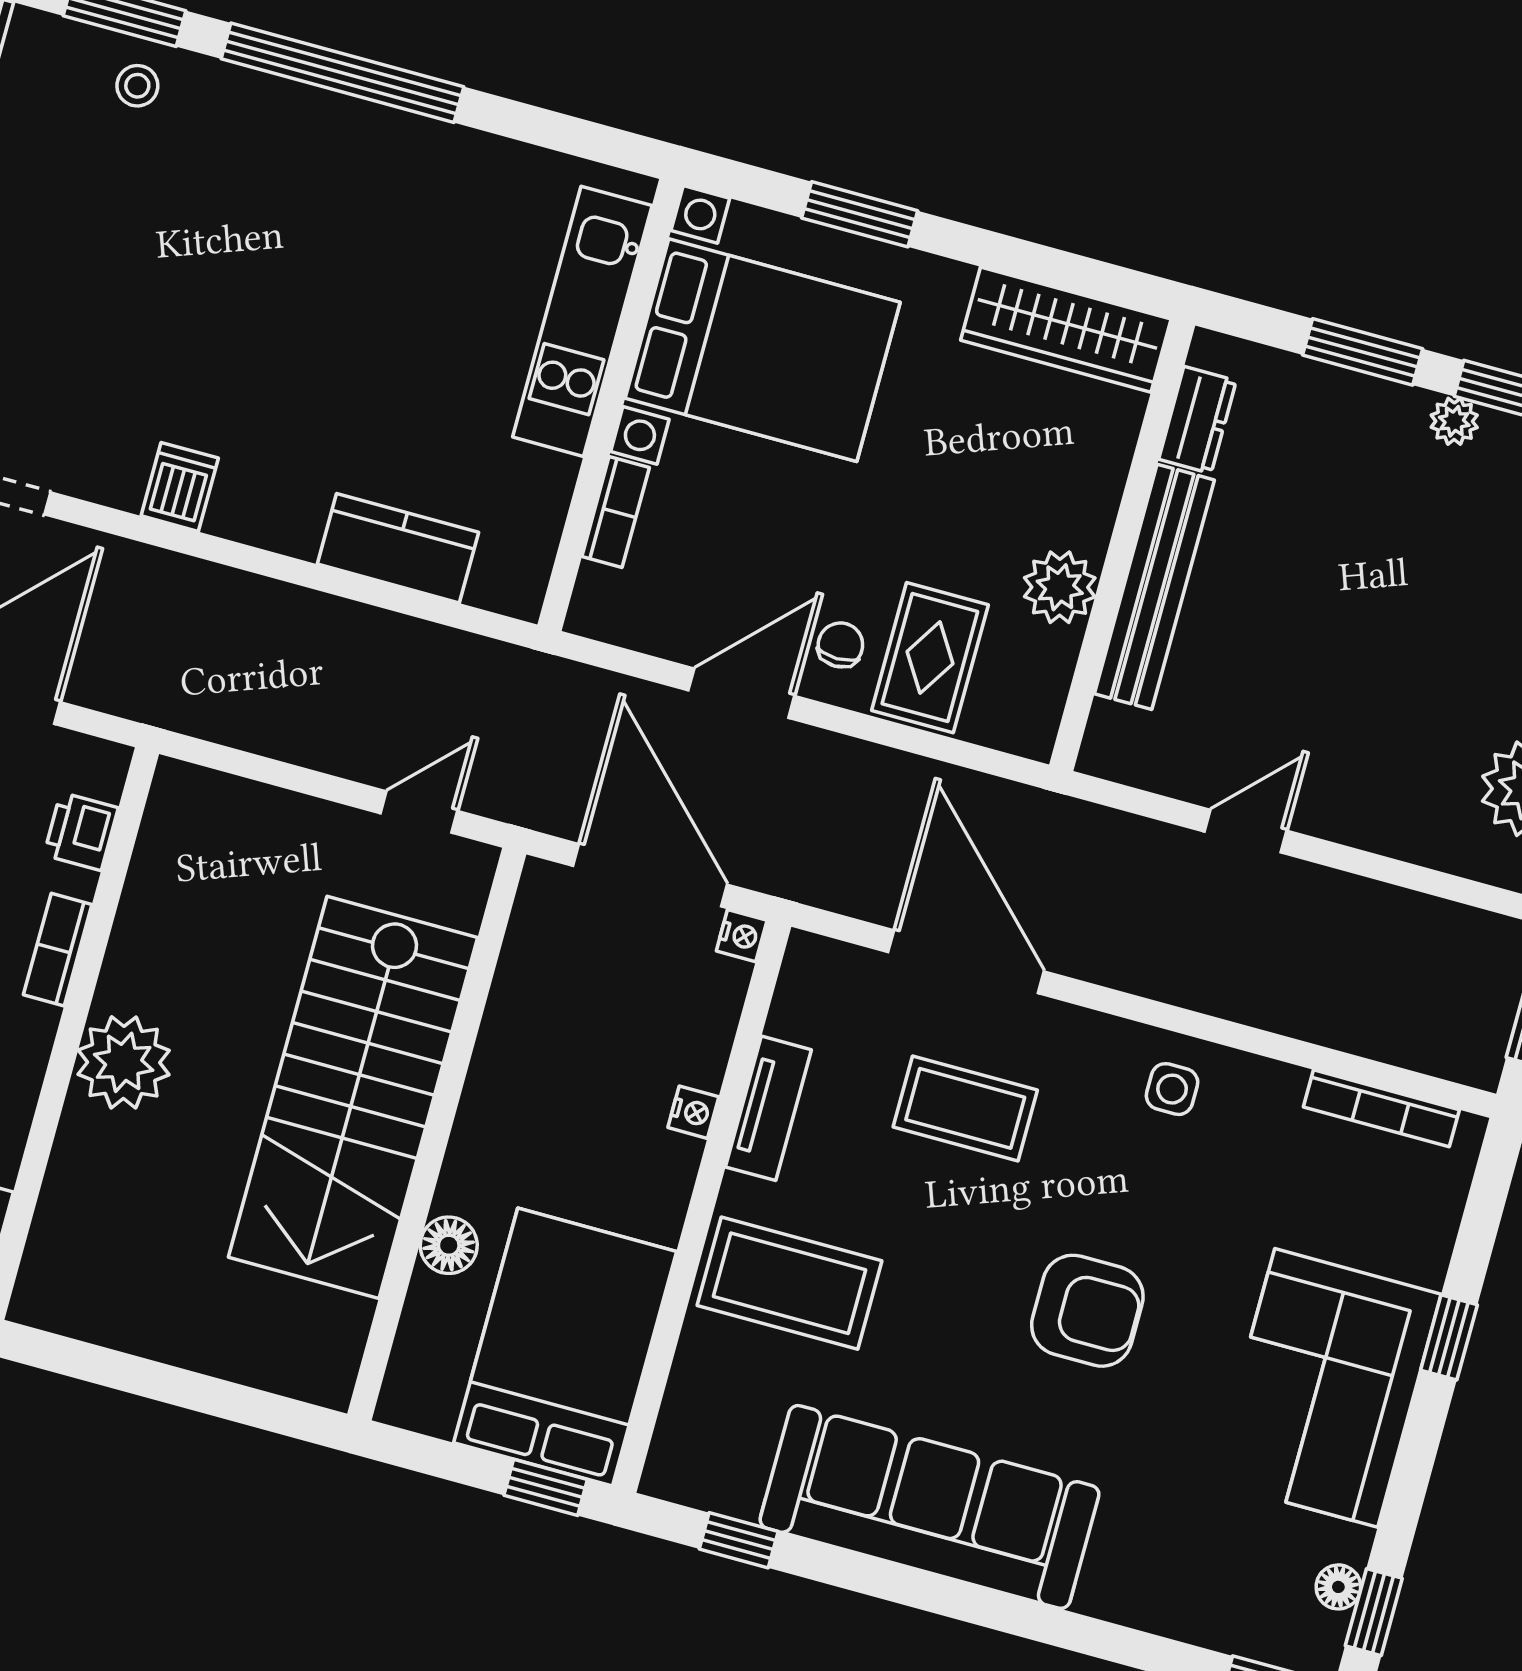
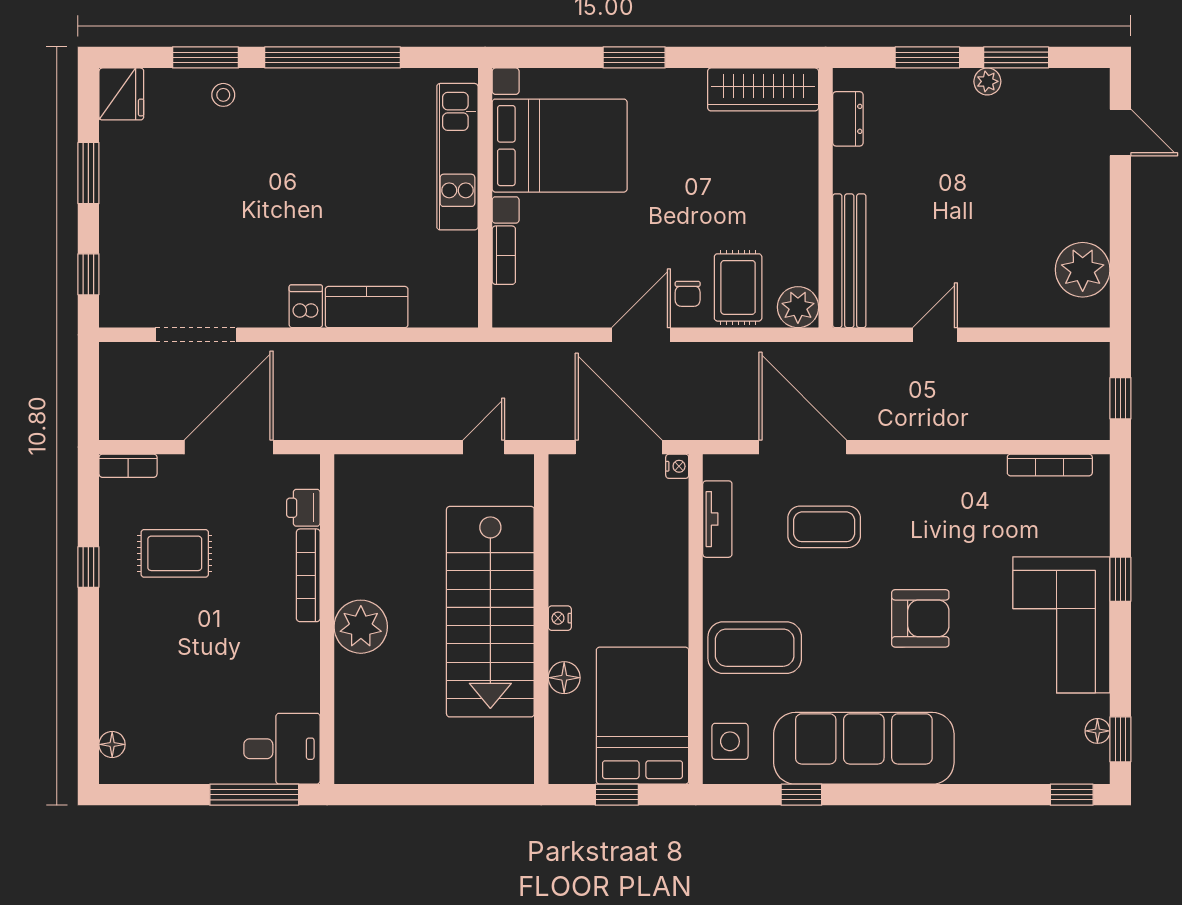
kitchen unit: (582, 321) -> (457, 157), moved
bed with nightstands: (763, 350) -> (560, 146), moved
wall: (610, 405) -> (485, 198), moved
bookcase: (616, 512) -> (504, 255), moved
kitchen counter: (398, 548) -> (367, 307), moved
plant: (1060, 587) -> (798, 307), moved
bench: (1154, 587) -> (849, 261), moved
chair: (840, 645) -> (688, 294), turned 180
bookcase: (58, 950) -> (308, 575), width x1.56
side table: (1172, 1089) -> (730, 741), moved, width x1.37, depth x1.37
tv unit: (768, 1108) -> (717, 519), moved
nightstand: (693, 1112) -> (560, 618), moved, turned 180
window: (546, 1487) -> (617, 795), moved
window: (739, 1540) -> (801, 795), moved

